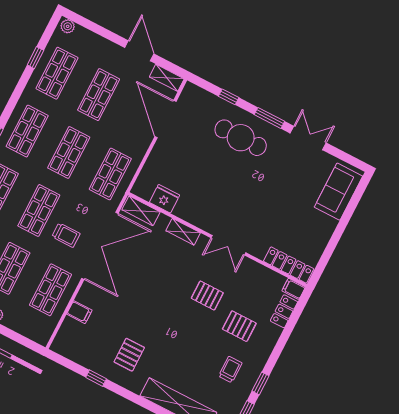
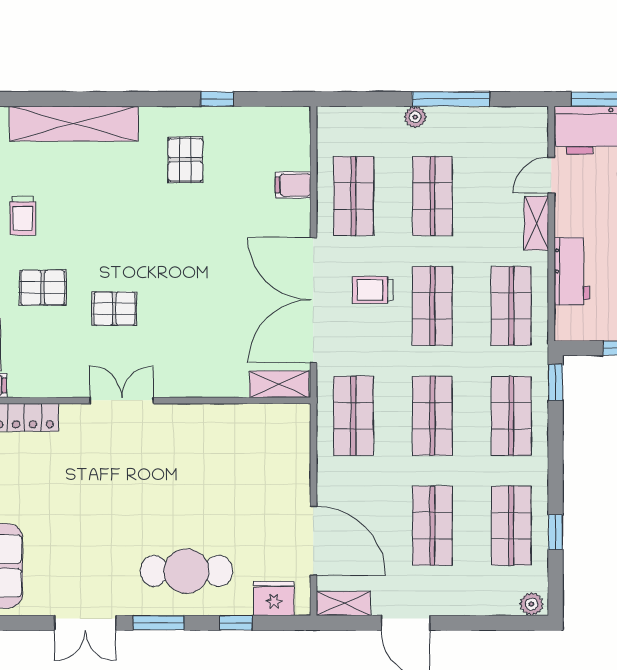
fridge: (165, 199) -> (274, 598), moved, turned 180
shelving: (183, 232) -> (200, 386), removed

